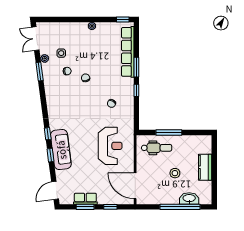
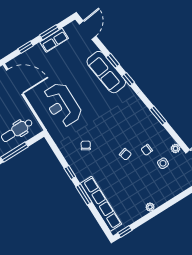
window: (40, 72) -> (158, 116), moved

